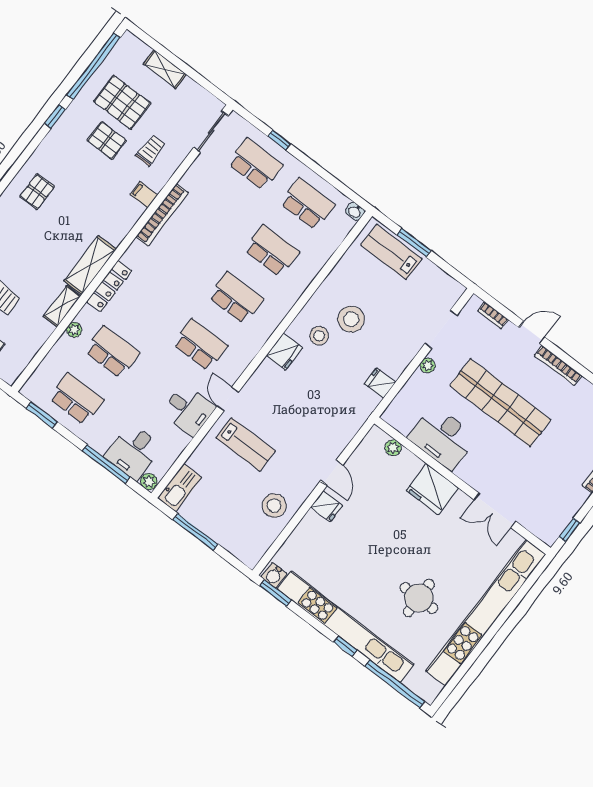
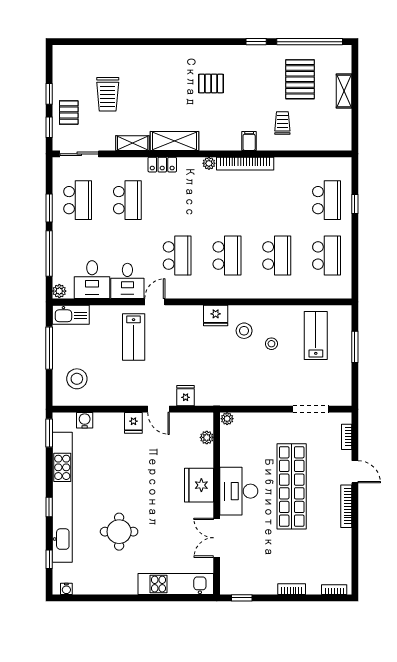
sliding door: (211, 132) -> (79, 154), moved
pallet: (107, 141) -> (266, 89), removed
trolley: (151, 150) -> (282, 123), turned -91
pallet: (37, 192) -> (211, 83), moved
washbasin: (355, 211) -> (346, 291), removed
lab bench: (391, 252) -> (316, 336), moved
locker: (109, 286) -> (162, 165), width x0.66
stool: (351, 319) -> (271, 344), width x0.53, depth x0.53
plant: (74, 330) -> (209, 163), moved
plant: (428, 365) -> (227, 419), moved
fridge: (380, 383) -> (186, 396), moved
window: (42, 415) -> (49, 208), moved
desk: (443, 438) -> (239, 491), moved
desk: (133, 452) -> (92, 280), moved, turned -90
door: (332, 473) -> (159, 409), hinge flipped
stool: (274, 506) -> (77, 379), moved
water cooler: (274, 575) -> (85, 420), moved, turned 90
kitchen unit: (486, 613) -> (176, 584), width x0.54
window: (395, 684) -> (49, 559), width x0.32
water cooler: (435, 689) -> (66, 589), added

